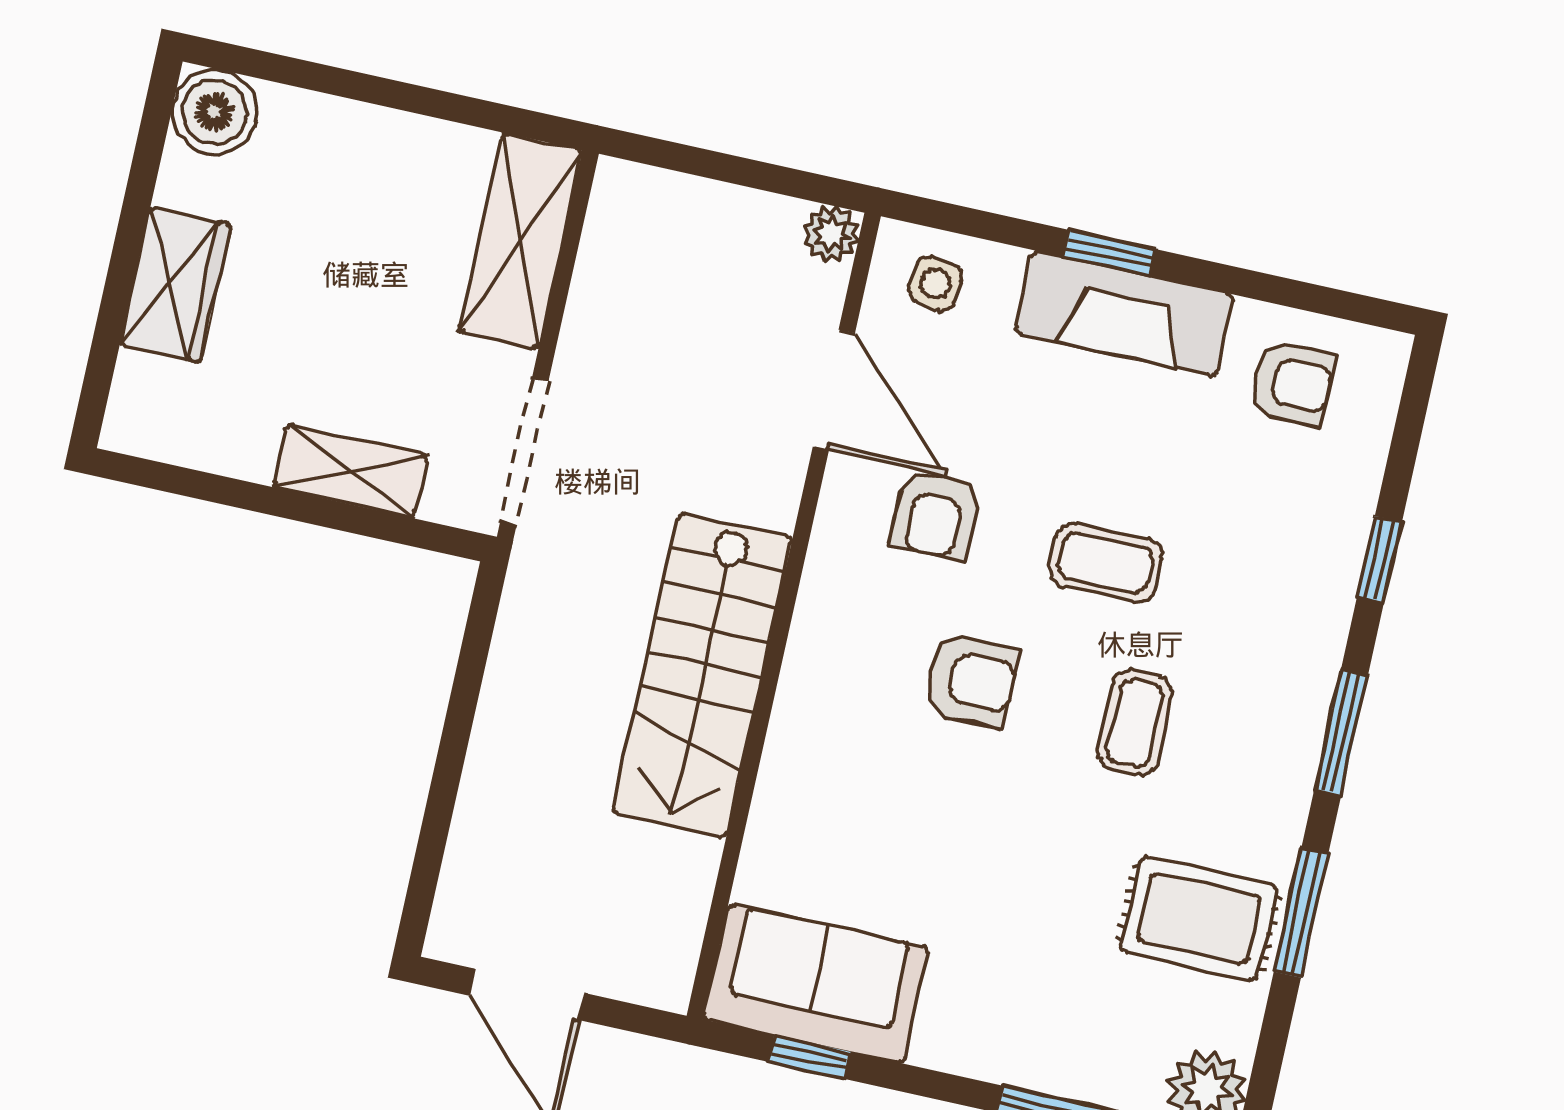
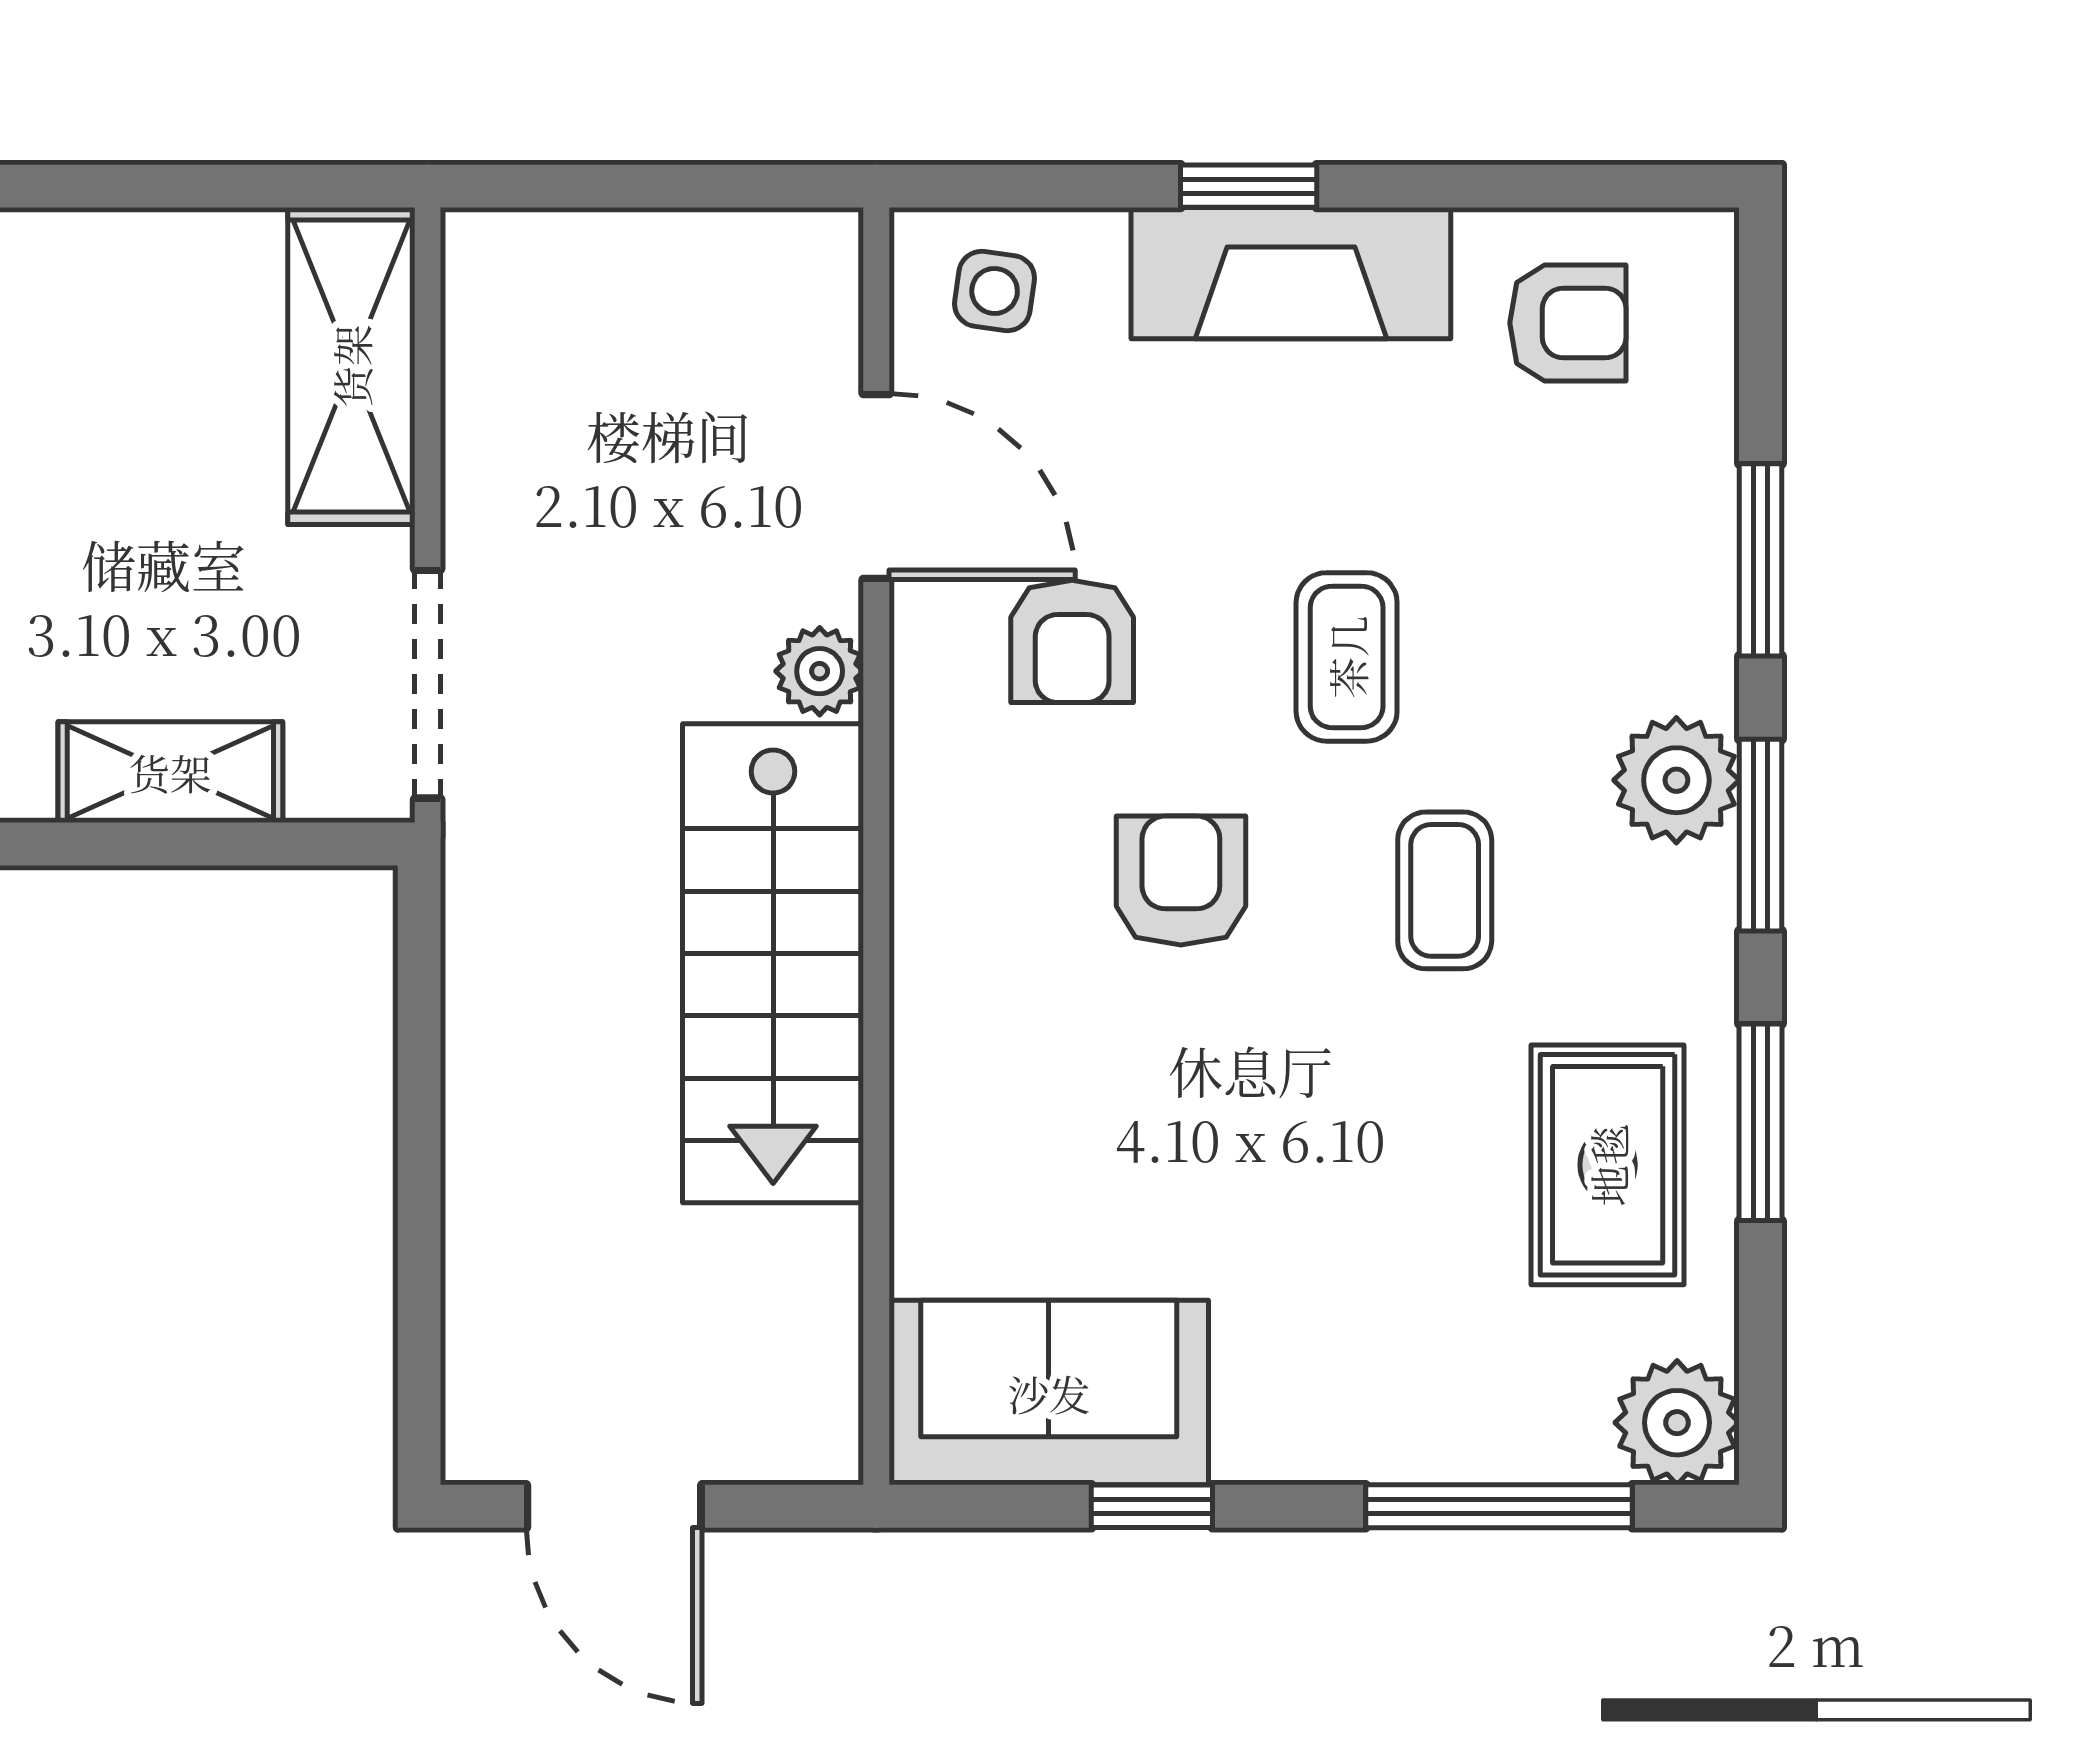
plant: (831, 234) -> (820, 671), moved
window: (1379, 559) -> (1761, 560), width x1.50
coffee table: (1106, 563) -> (1347, 657), turned 90
armchair: (970, 680) -> (1181, 881), turned -90
plant: (1296, 686) -> (1676, 780), added
rug: (1199, 918) -> (1608, 1165), turned 90
window: (809, 1057) -> (1152, 1506), moved

